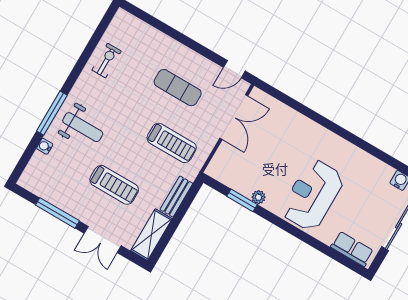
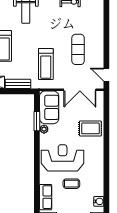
rug: (295, 134) -> (90, 128), added
sofa: (233, 173) -> (49, 107), added
coffee table: (354, 203) -> (71, 184), added

